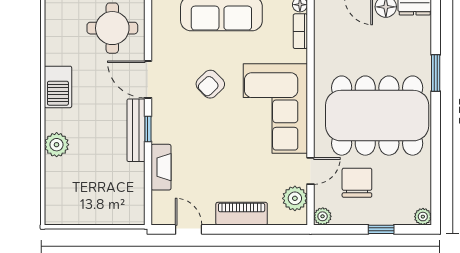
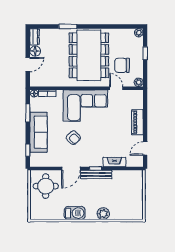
plant: (295, 198) -> (130, 96), removed

